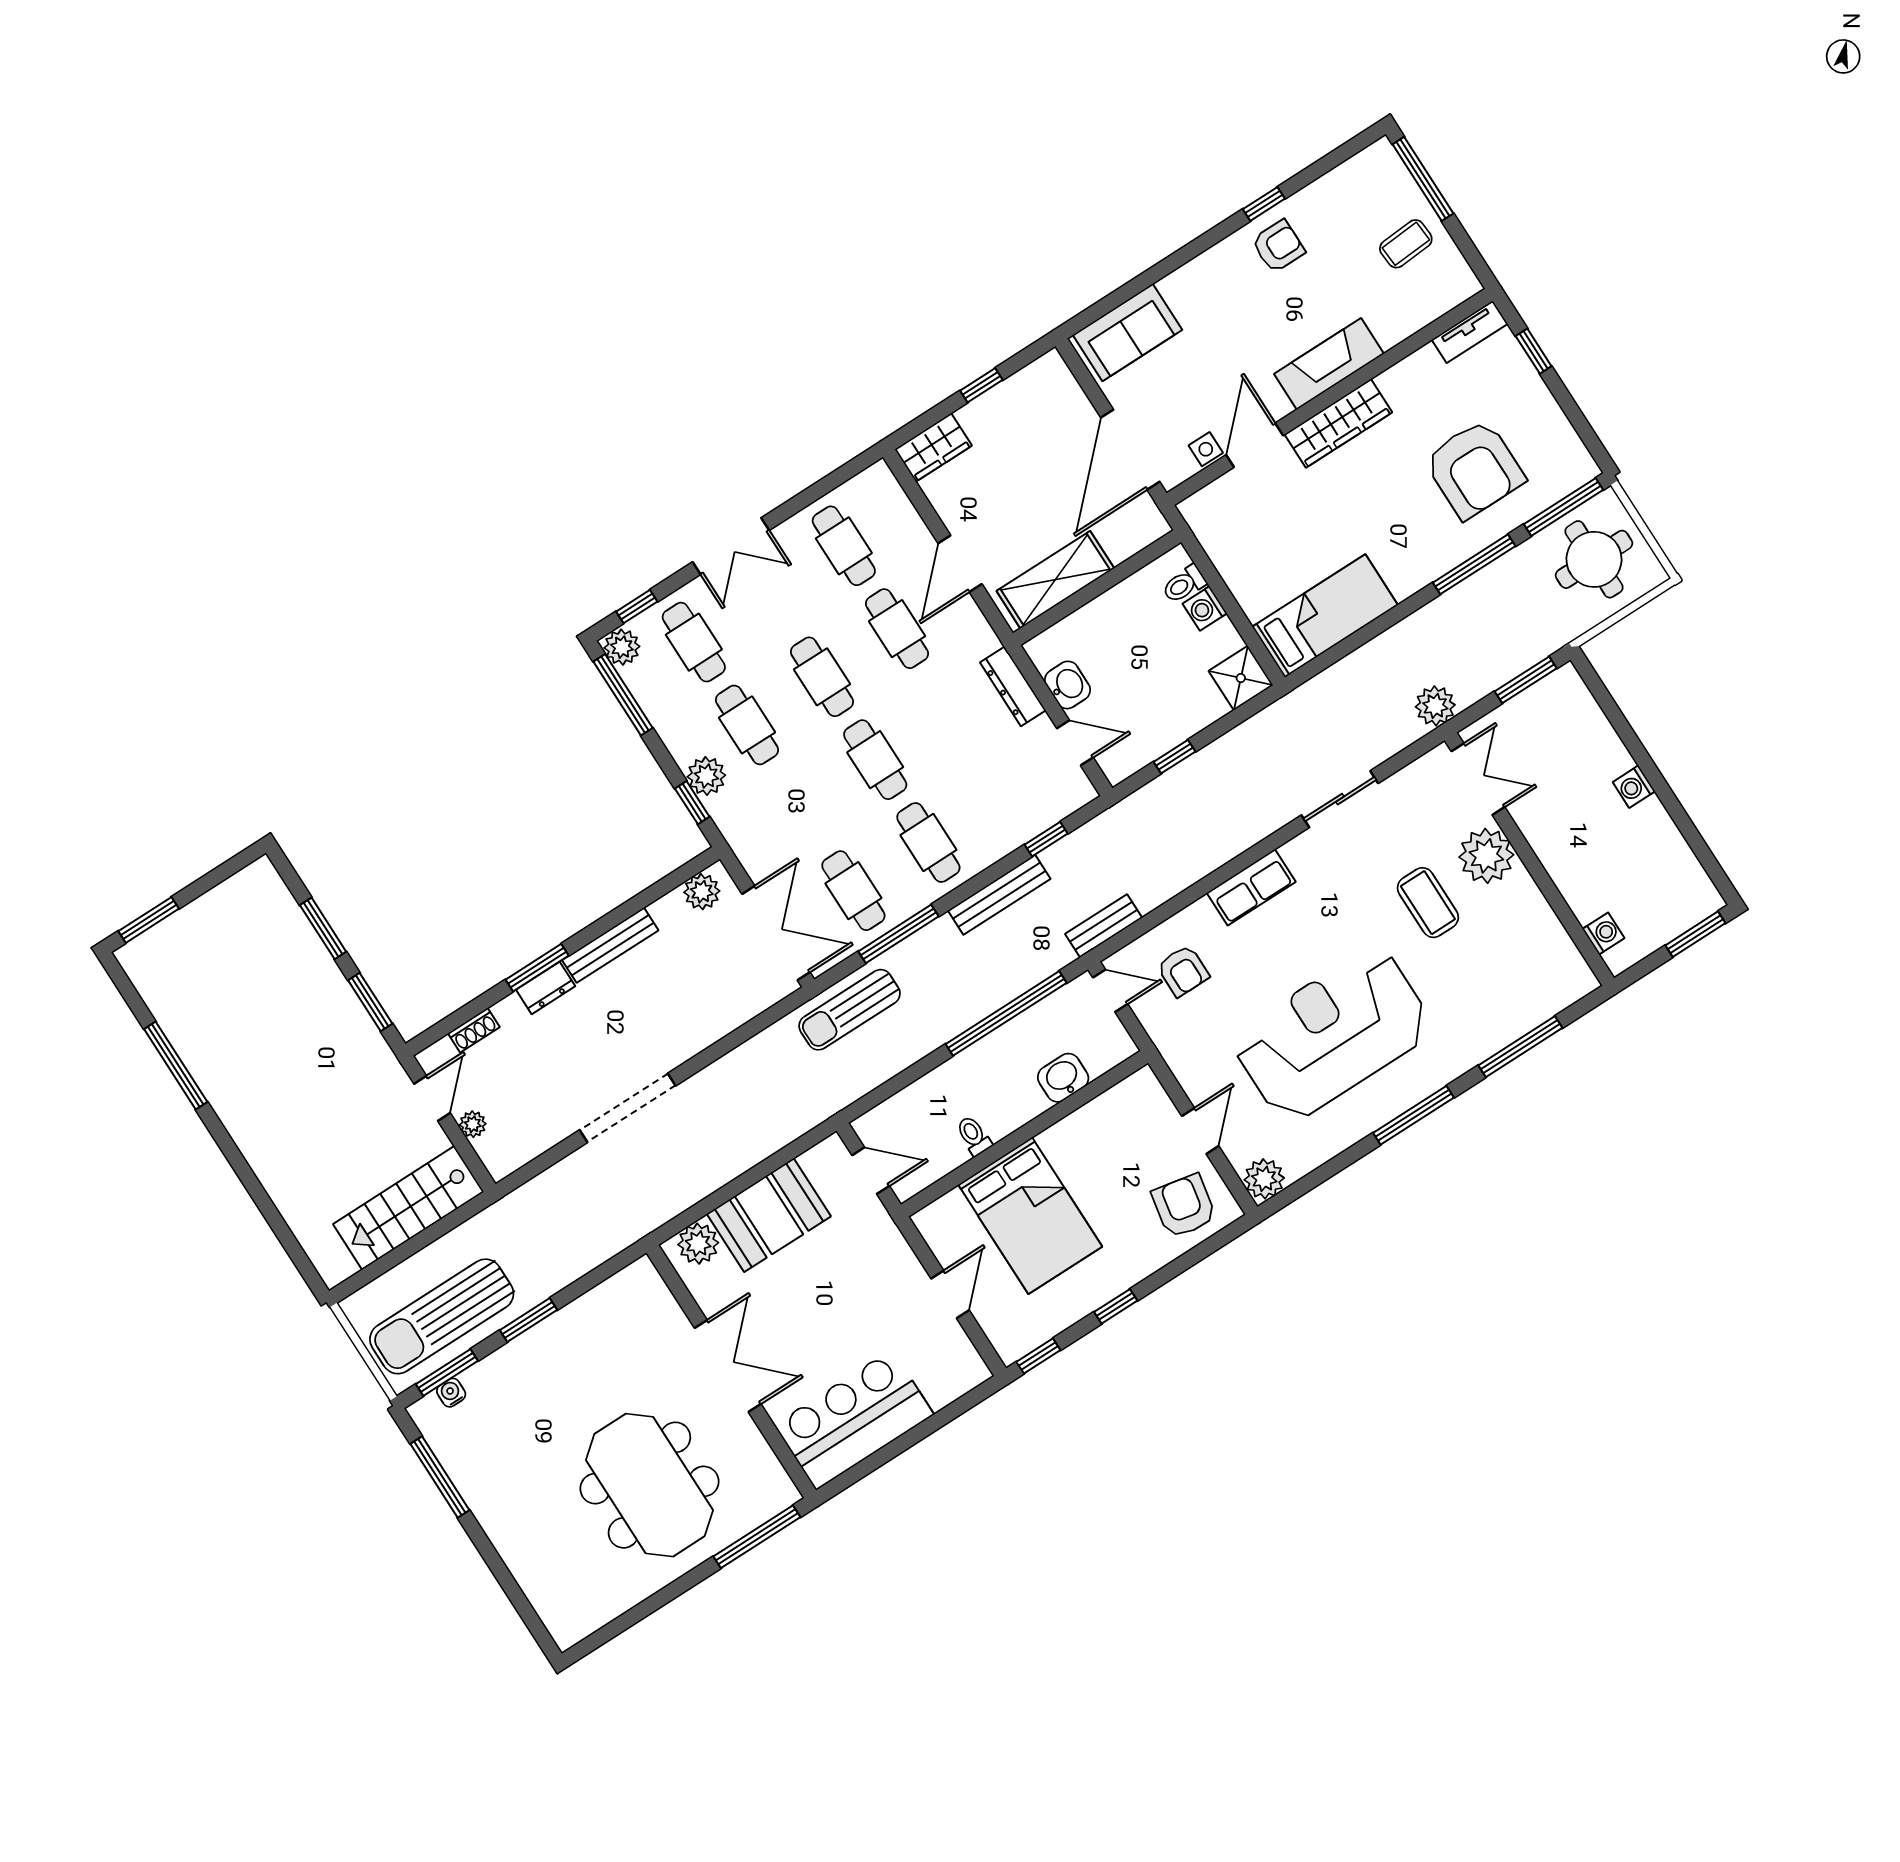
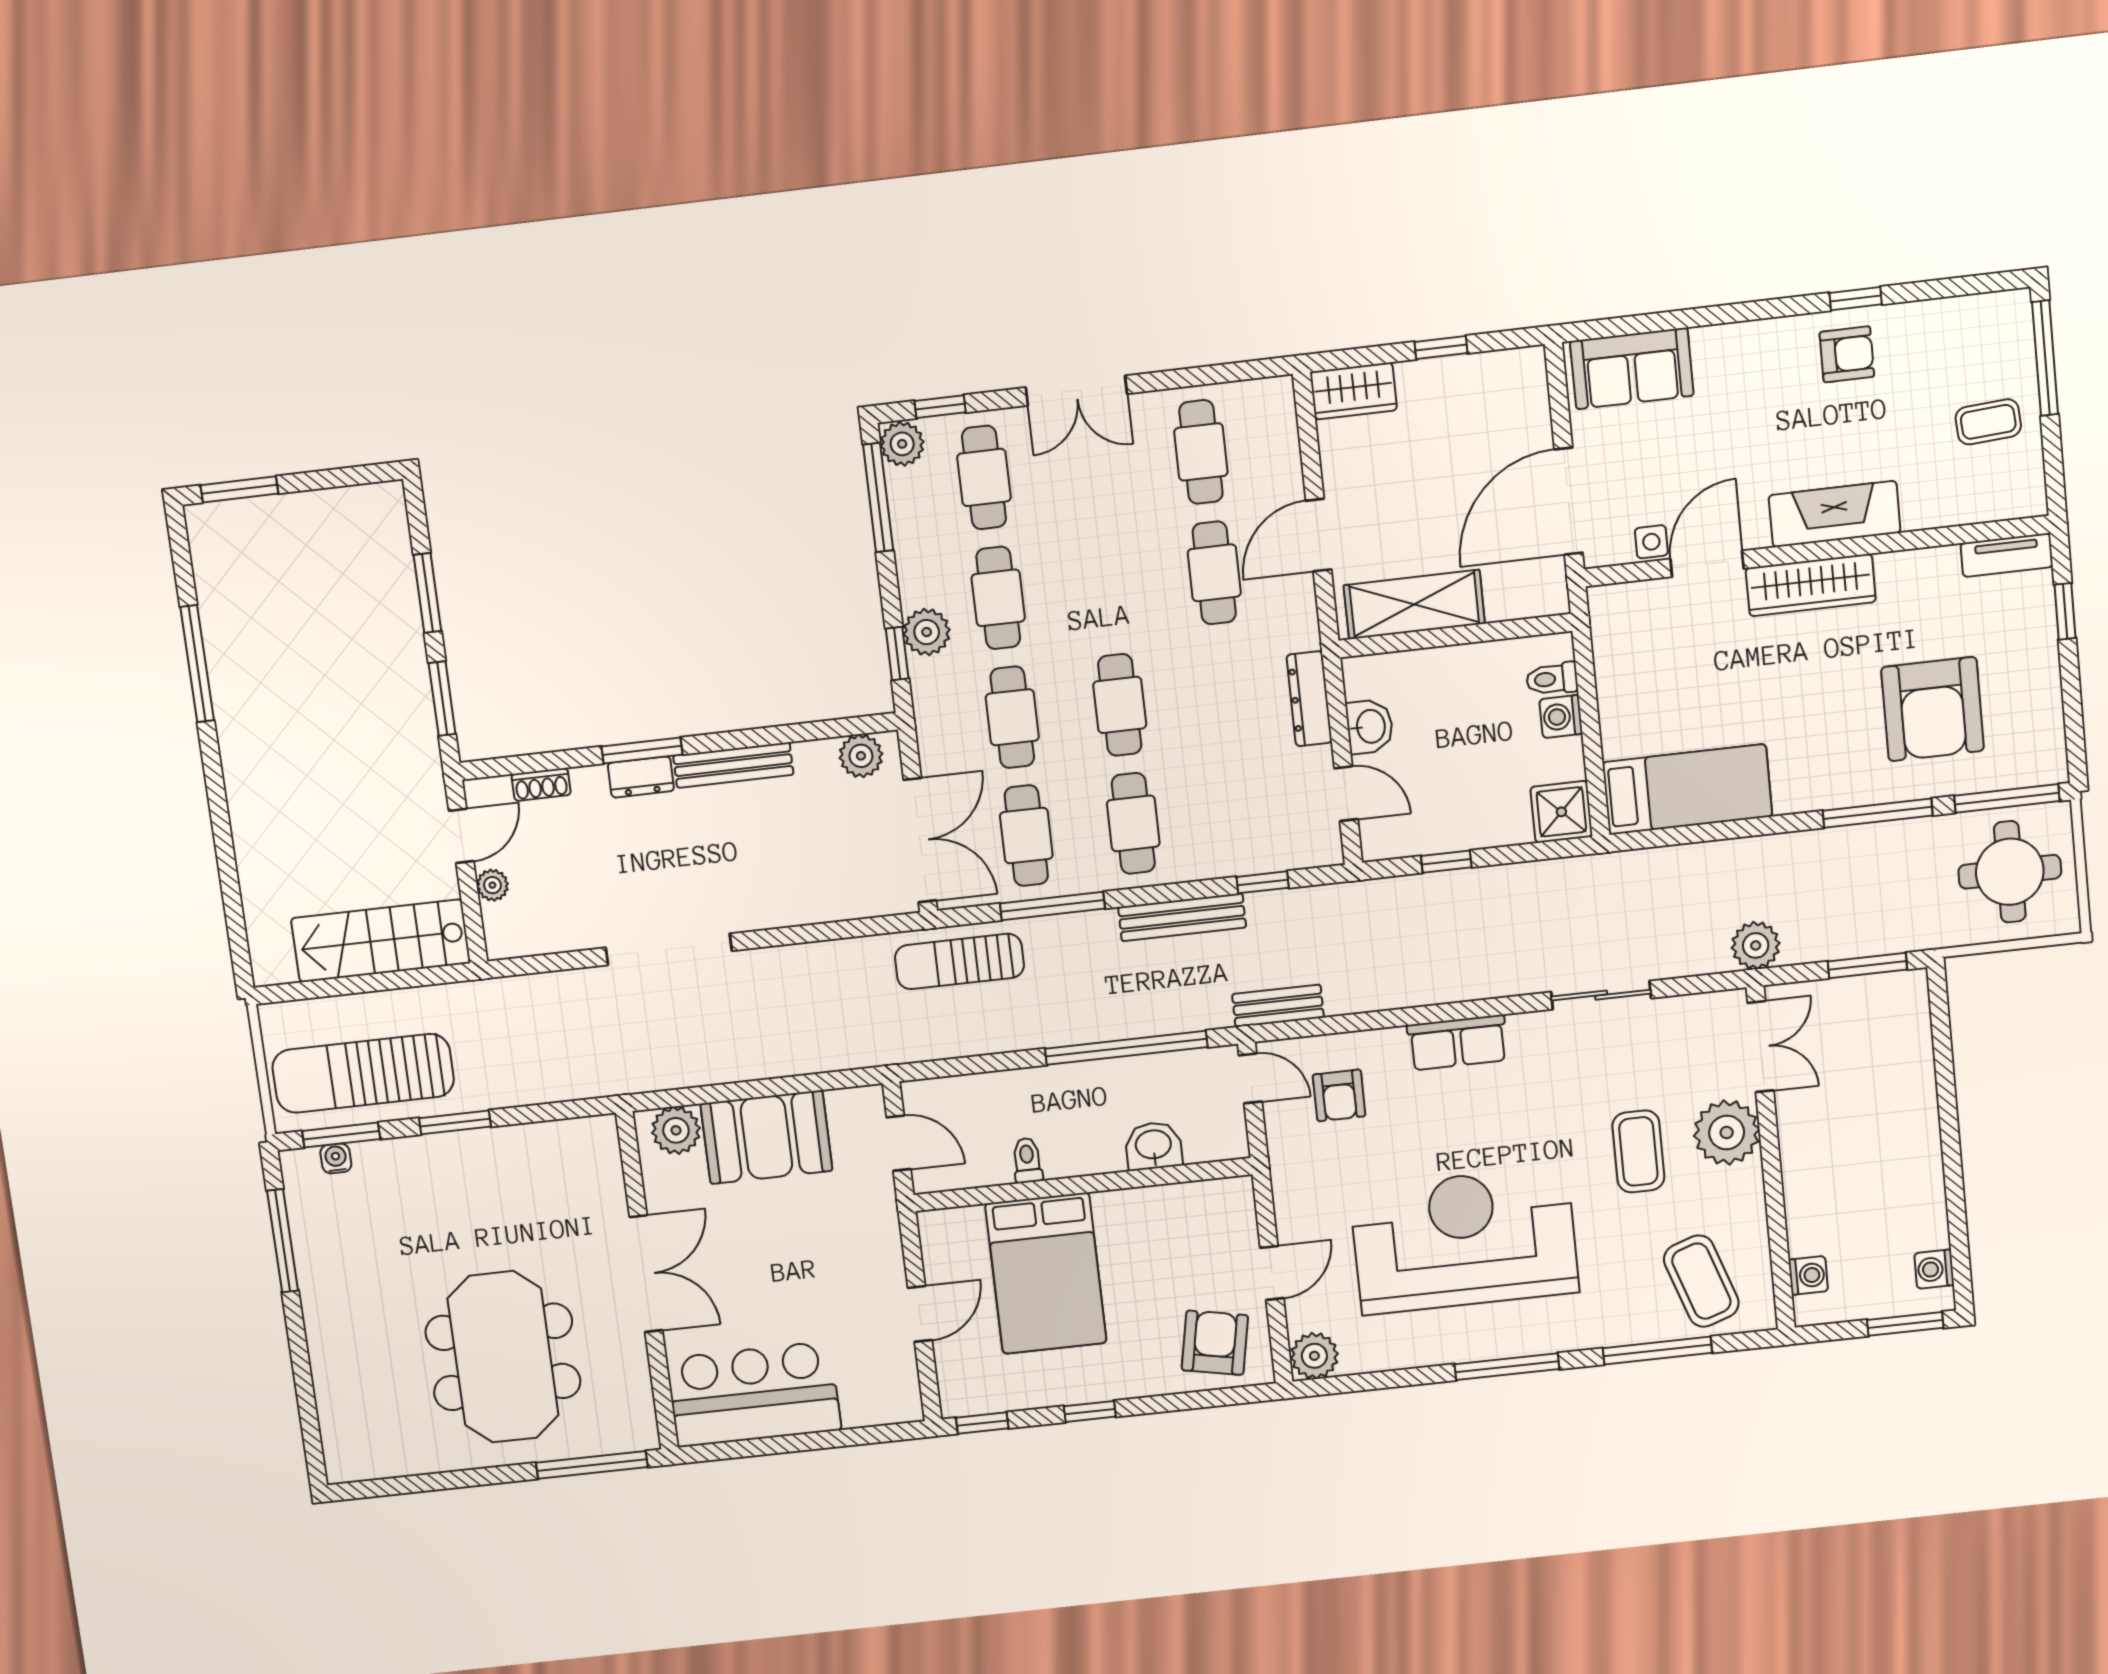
cafe table: (822, 677) -> (1012, 717), moved
washing machine: (1634, 787) -> (1934, 1269), moved
coffee table: (1526, 977) -> (1701, 1281), added

